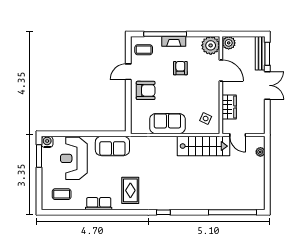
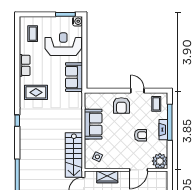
plant: (229, 43) -> (162, 177), removed

